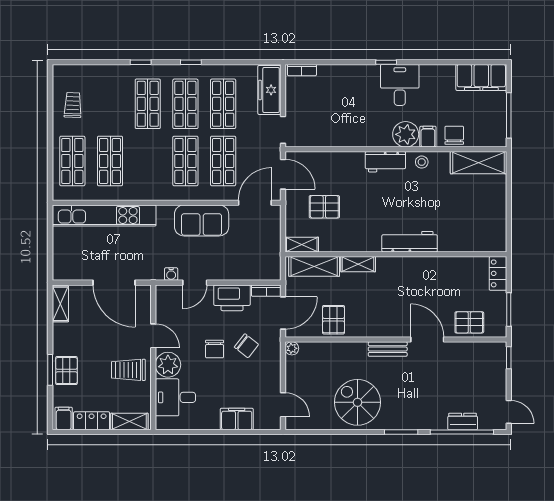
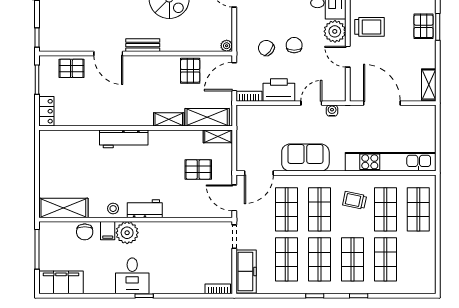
shop shelf: (110, 104) -> (385, 259), added
trolley: (73, 105) -> (355, 200), moved, turned 100

